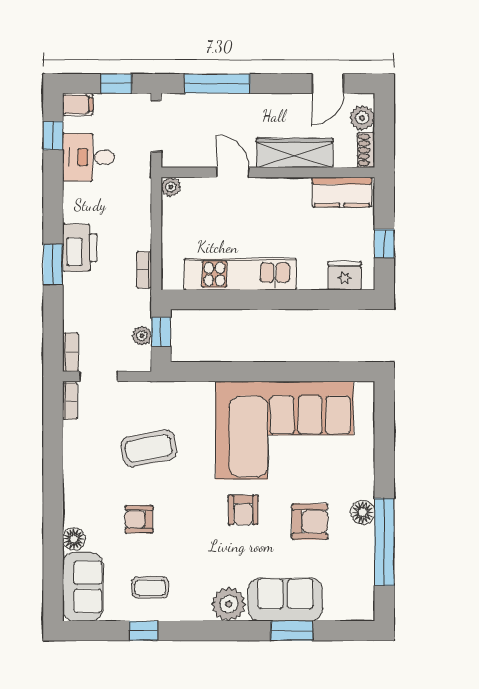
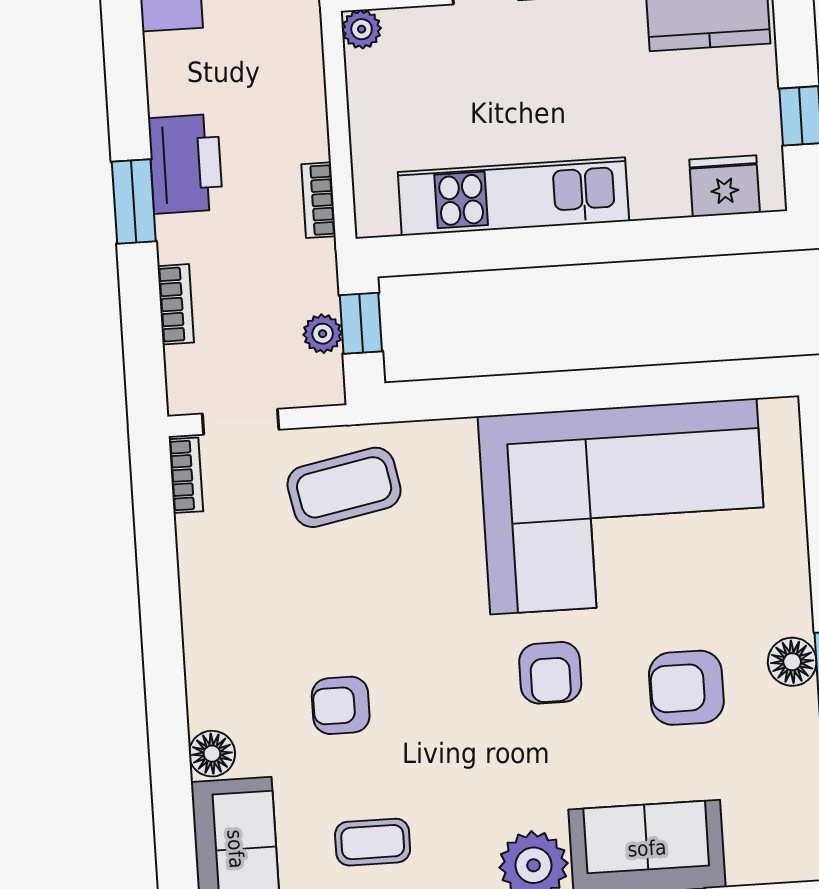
bookcase: (70, 352) -> (176, 304), moved
coffee table: (149, 448) -> (344, 487), moved
armchair: (310, 522) -> (686, 688), turned 180

